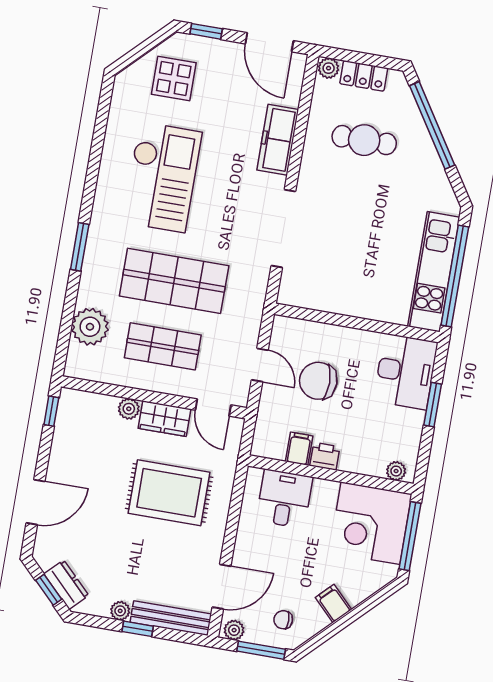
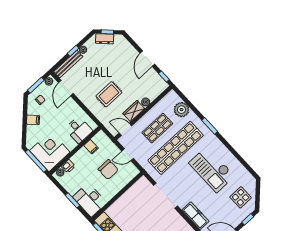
shop shelf: (174, 281) -> (176, 148), width x1.40
chair: (318, 381) -> (108, 170), turned 90
printer: (325, 456) -> (68, 166), moved
rug: (169, 493) -> (109, 94), width x0.73, depth x0.70
door: (36, 502) -> (147, 59), moved

